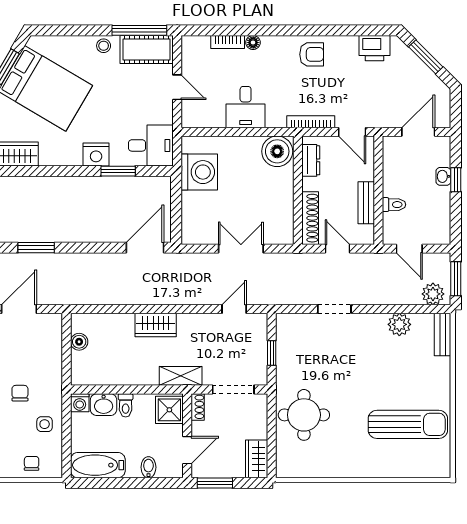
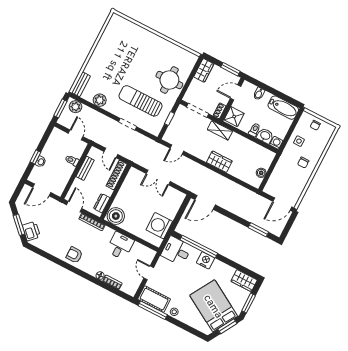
printer: (374, 48) -> (31, 231), moved, turned 45
window: (118, 171) -> (199, 247), width x2.11
sun lounger: (408, 424) -> (140, 101), moved

